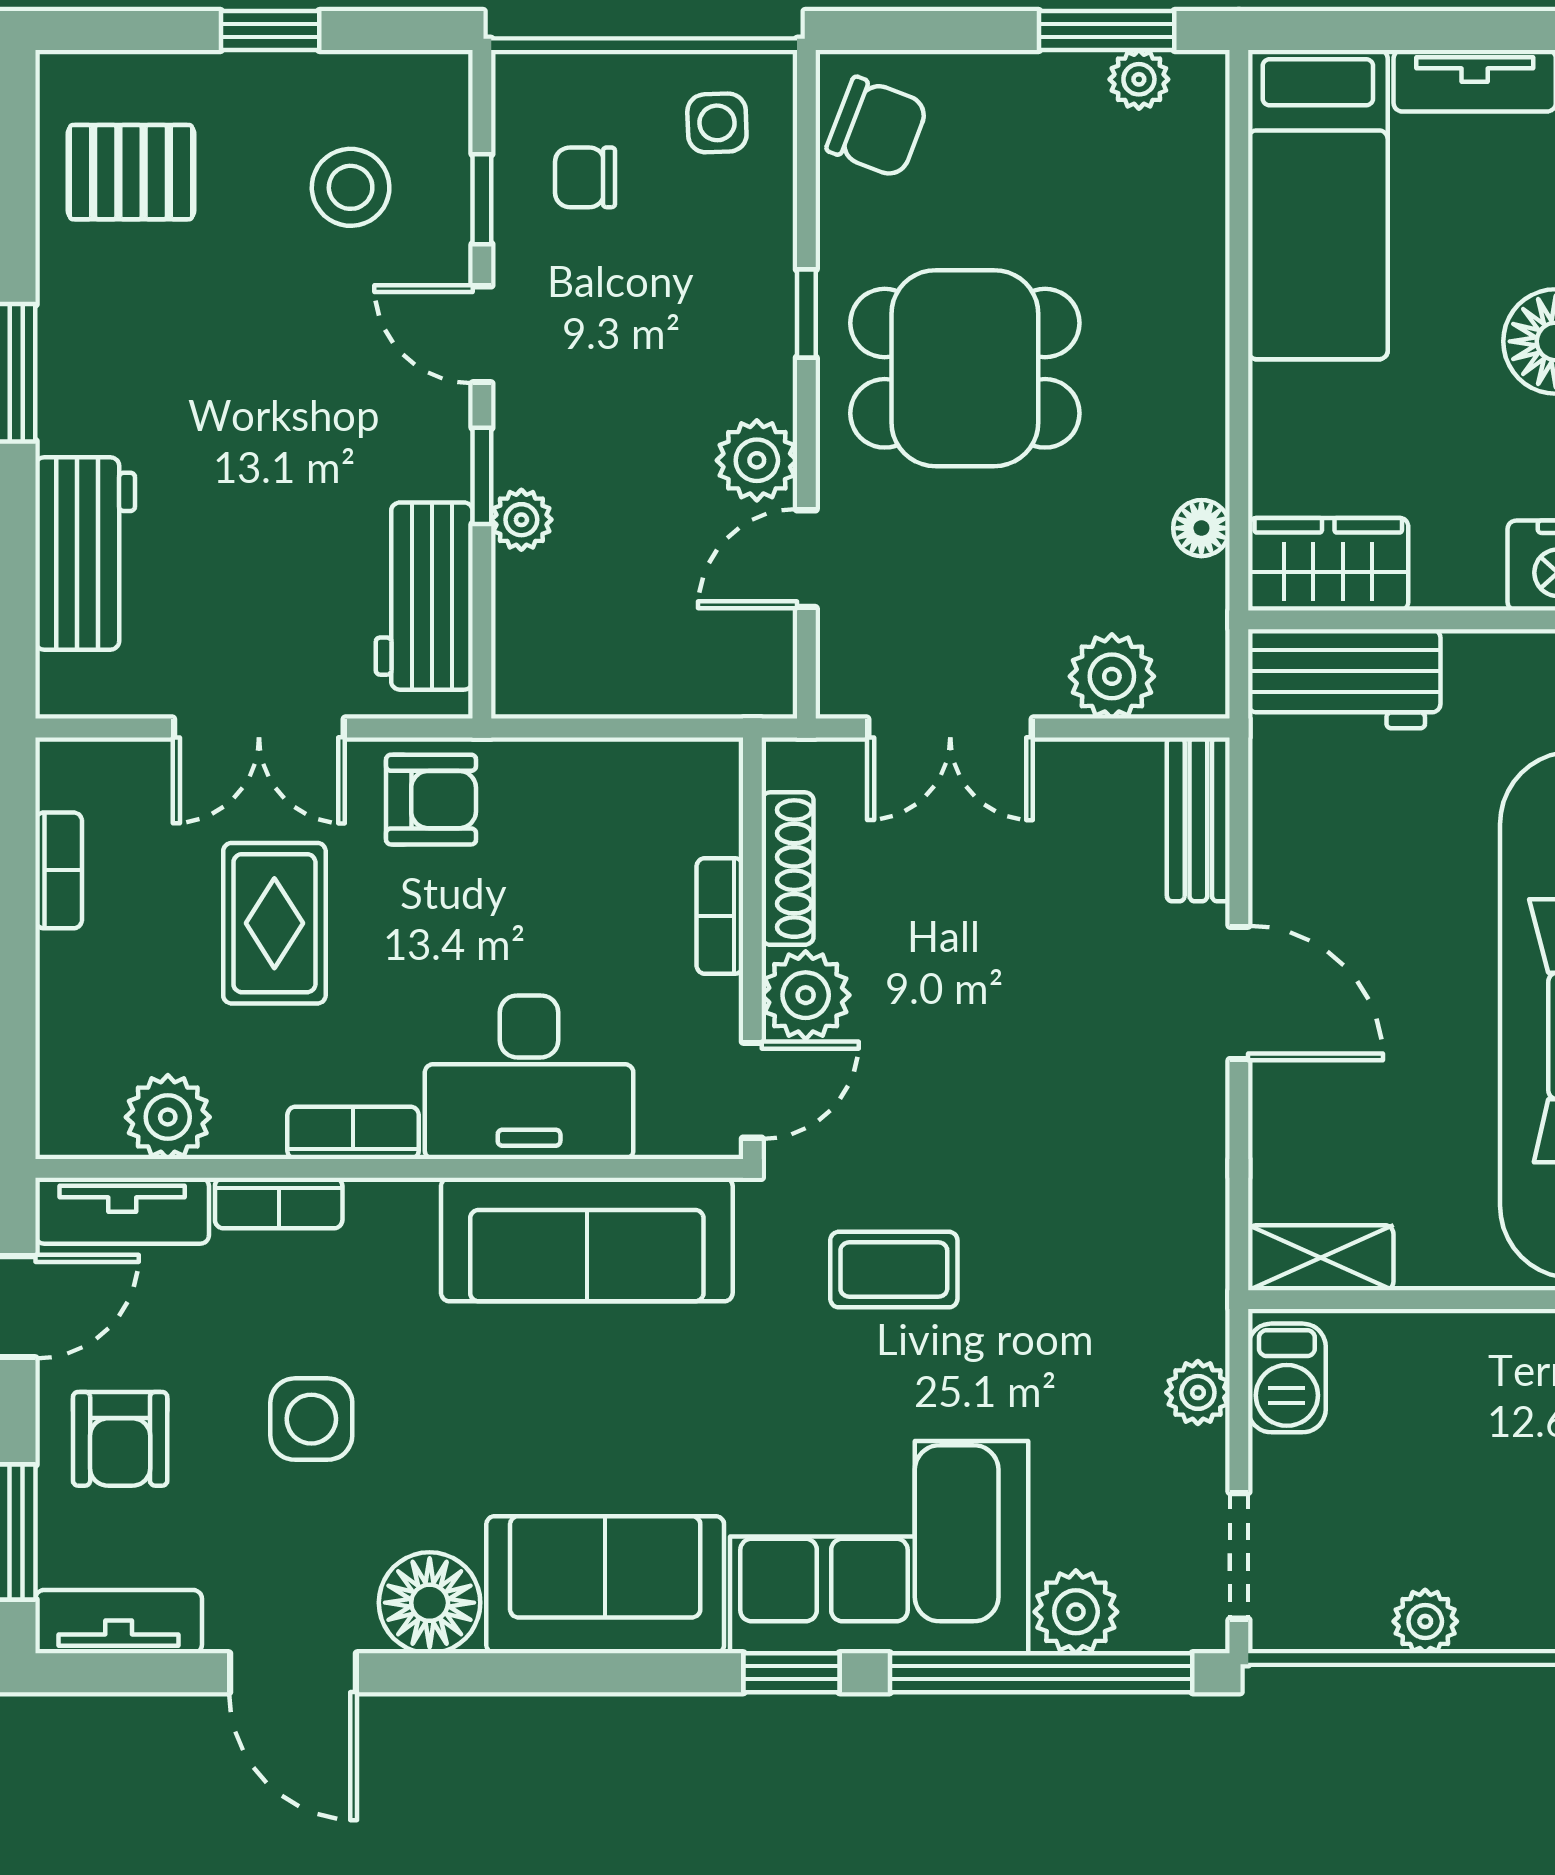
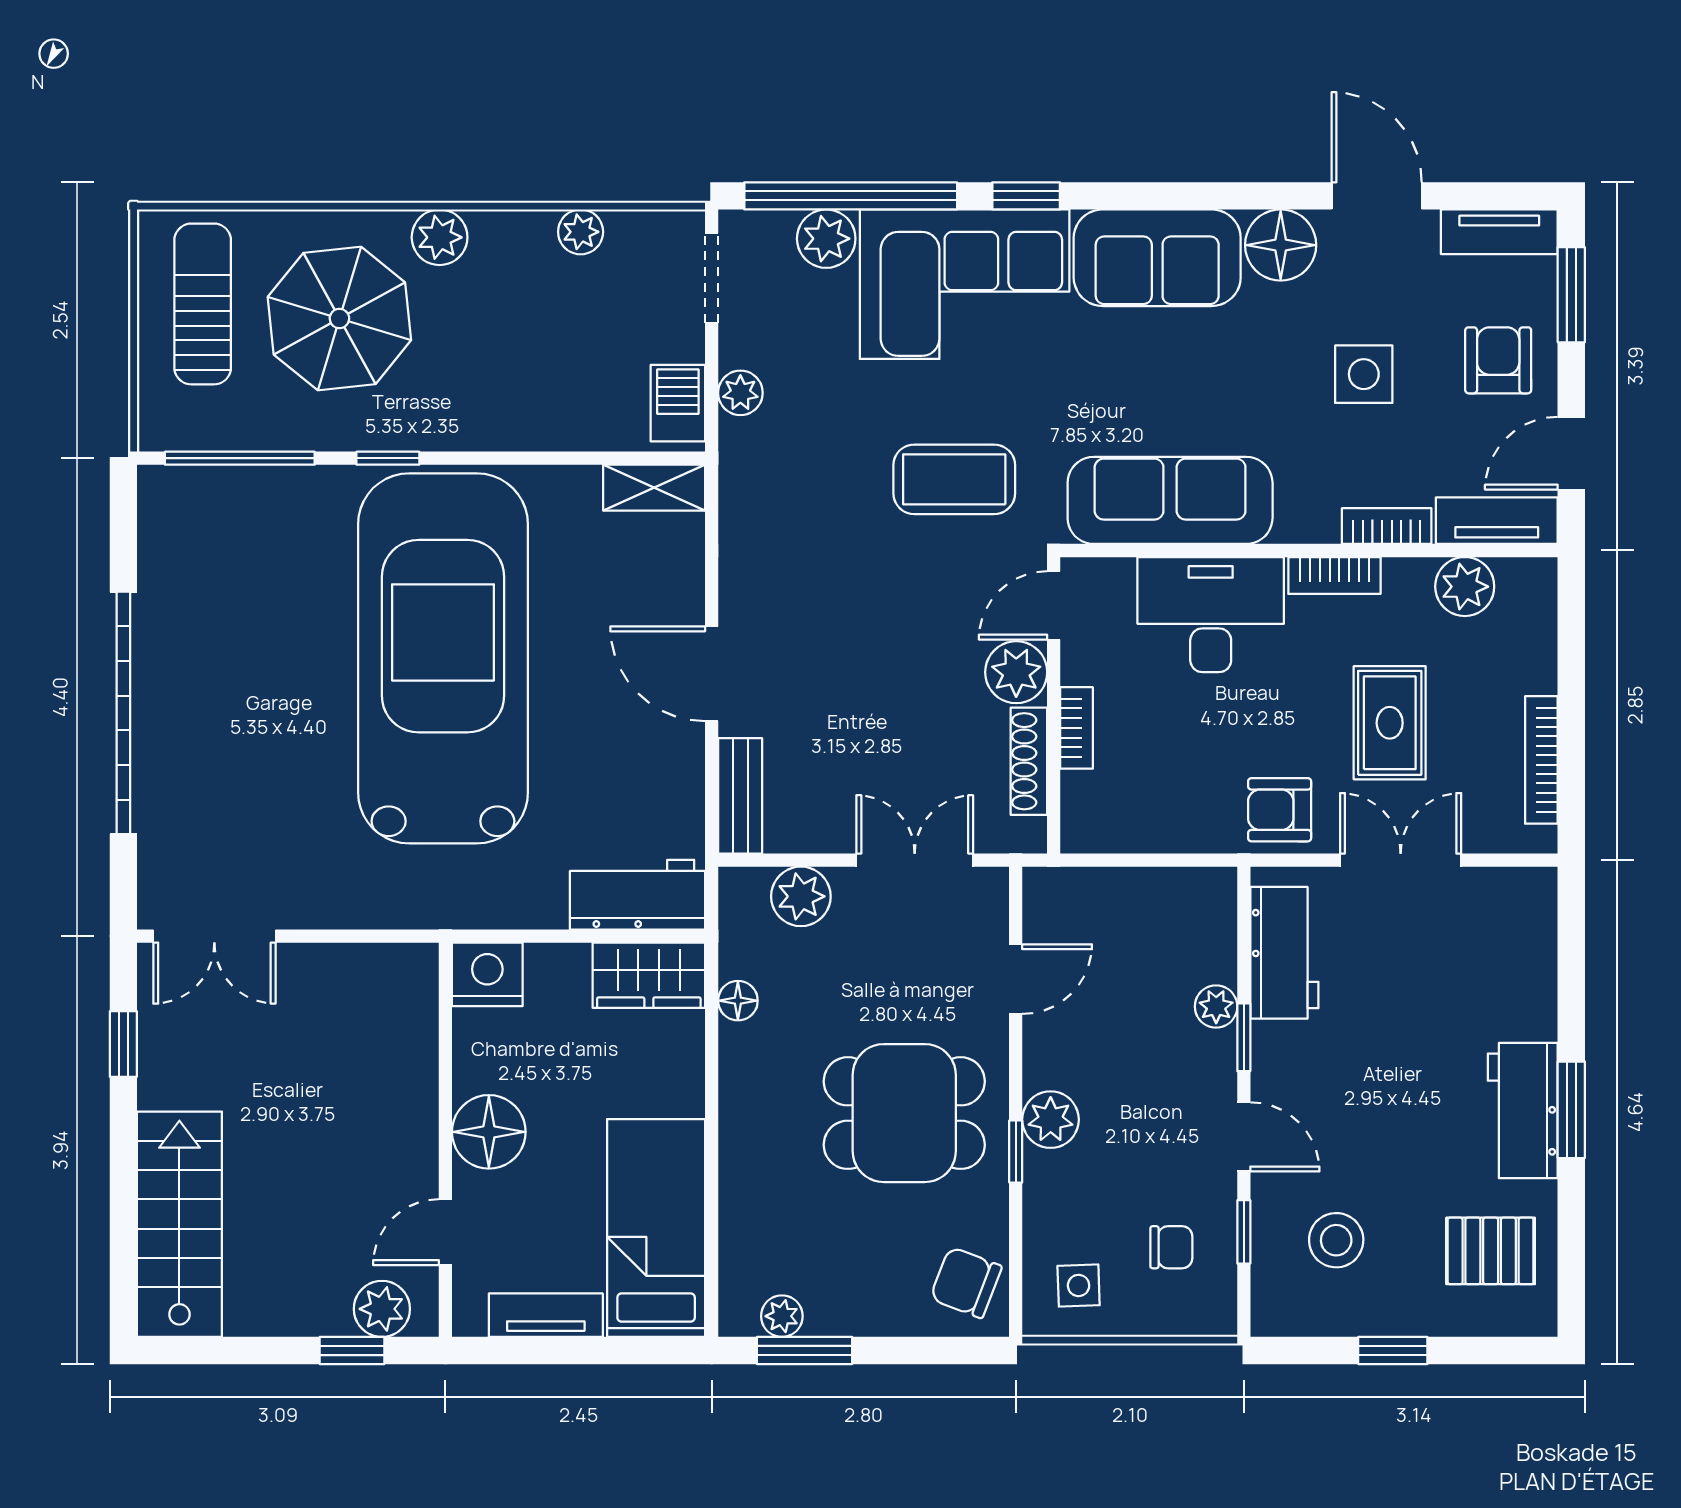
plant: (757, 460) -> (1051, 1120), moved
workbench: (85, 553) -> (1523, 1110), moved
bookcase: (59, 870) -> (1541, 760), width x1.56
coffee table: (894, 1270) -> (954, 479), width x1.36, depth x1.30

